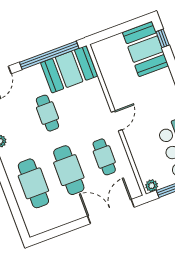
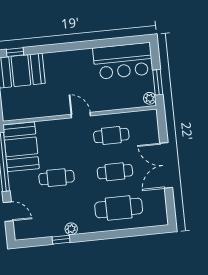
cafe table: (69, 170) -> (115, 172), width x0.73, depth x0.74
double door: (111, 212) -> (166, 165), moved

